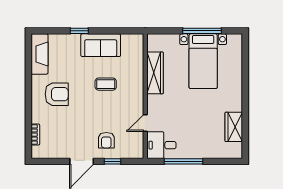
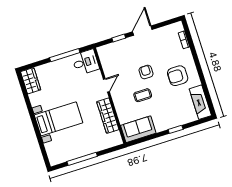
sofa: (101, 45) -> (138, 129), moved
bed with nightstands: (203, 61) -> (59, 119), moved, turned 90
door: (145, 123) -> (106, 85), moved
wardrobe: (234, 127) -> (31, 81), moved
armchair: (106, 140) -> (146, 72), moved

